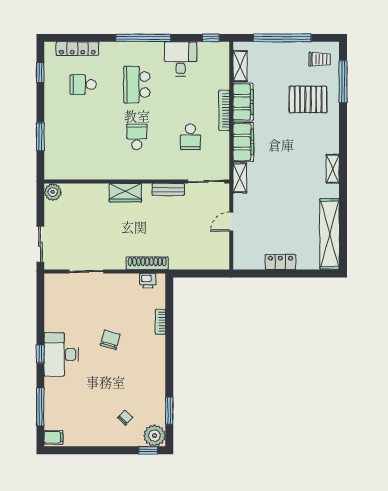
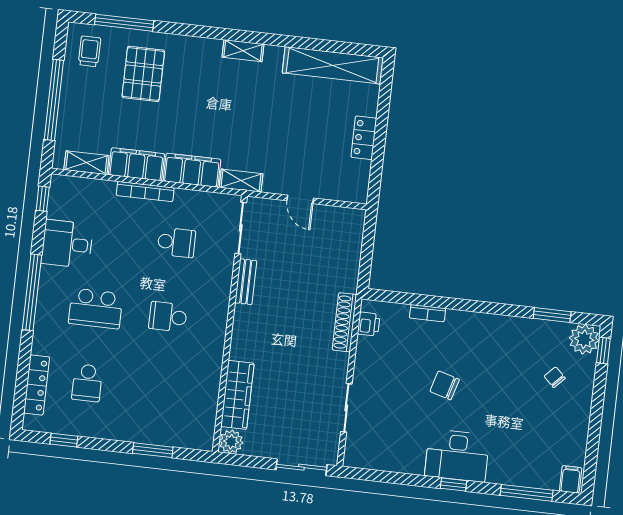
wardrobe: (125, 193) -> (237, 395), moved, width x1.50

